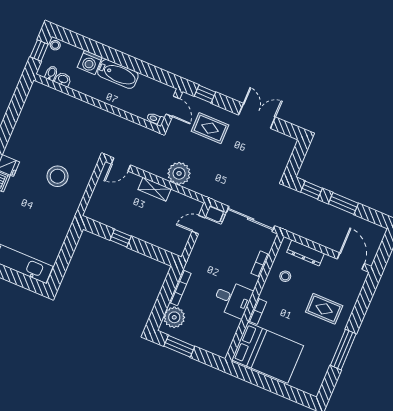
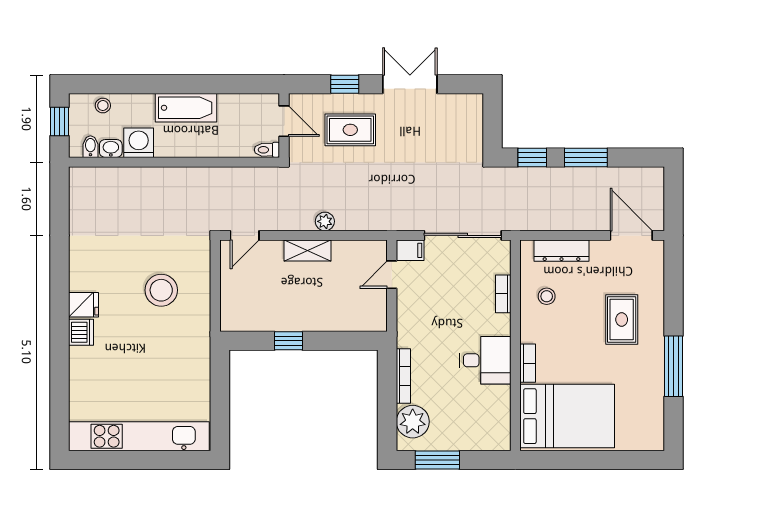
stool: (55, 45) -> (103, 106), moved
washing machine: (90, 62) -> (139, 143), moved, turned 180
window: (205, 94) -> (345, 84), moved
plant: (179, 173) -> (325, 221), width x0.53, depth x0.53
rug: (324, 309) -> (622, 319), turned 90

